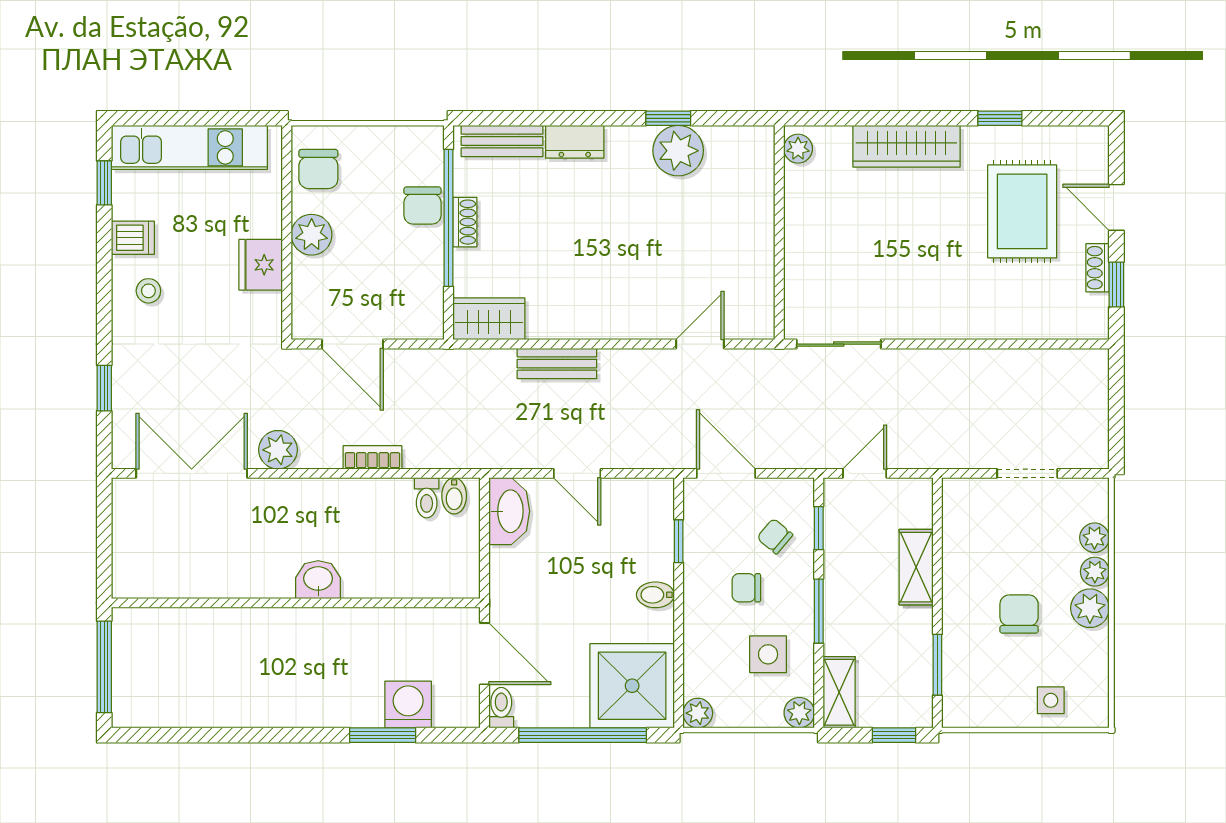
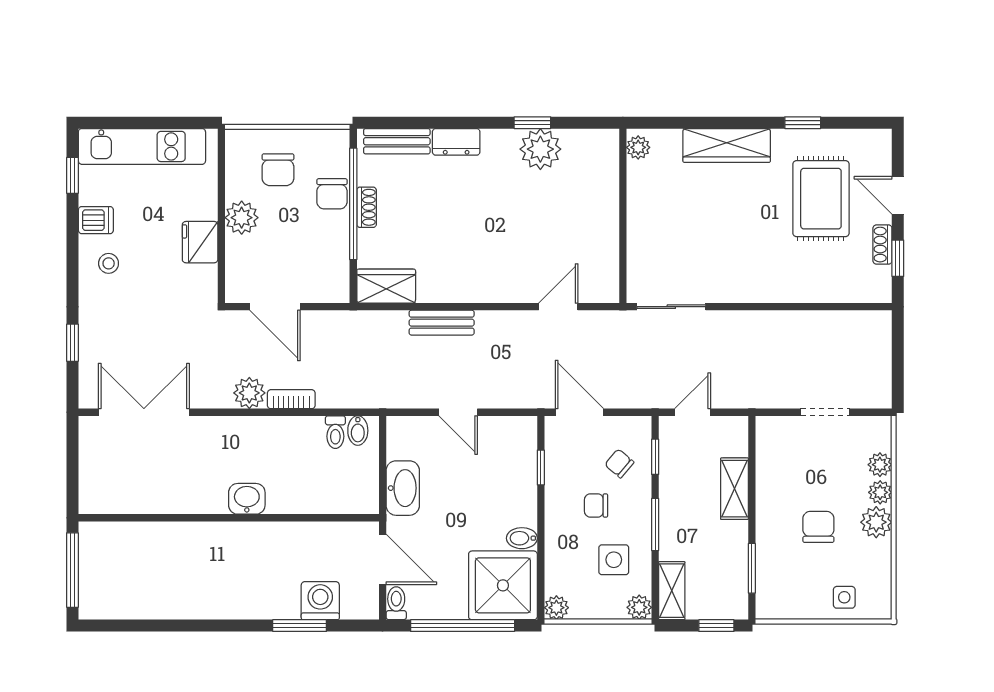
chair: (318, 169) -> (278, 170), moved
plant: (278, 450) -> (249, 393), moved
washbasin: (509, 511) -> (403, 488), moved
bidet: (655, 595) -> (522, 538), moved

